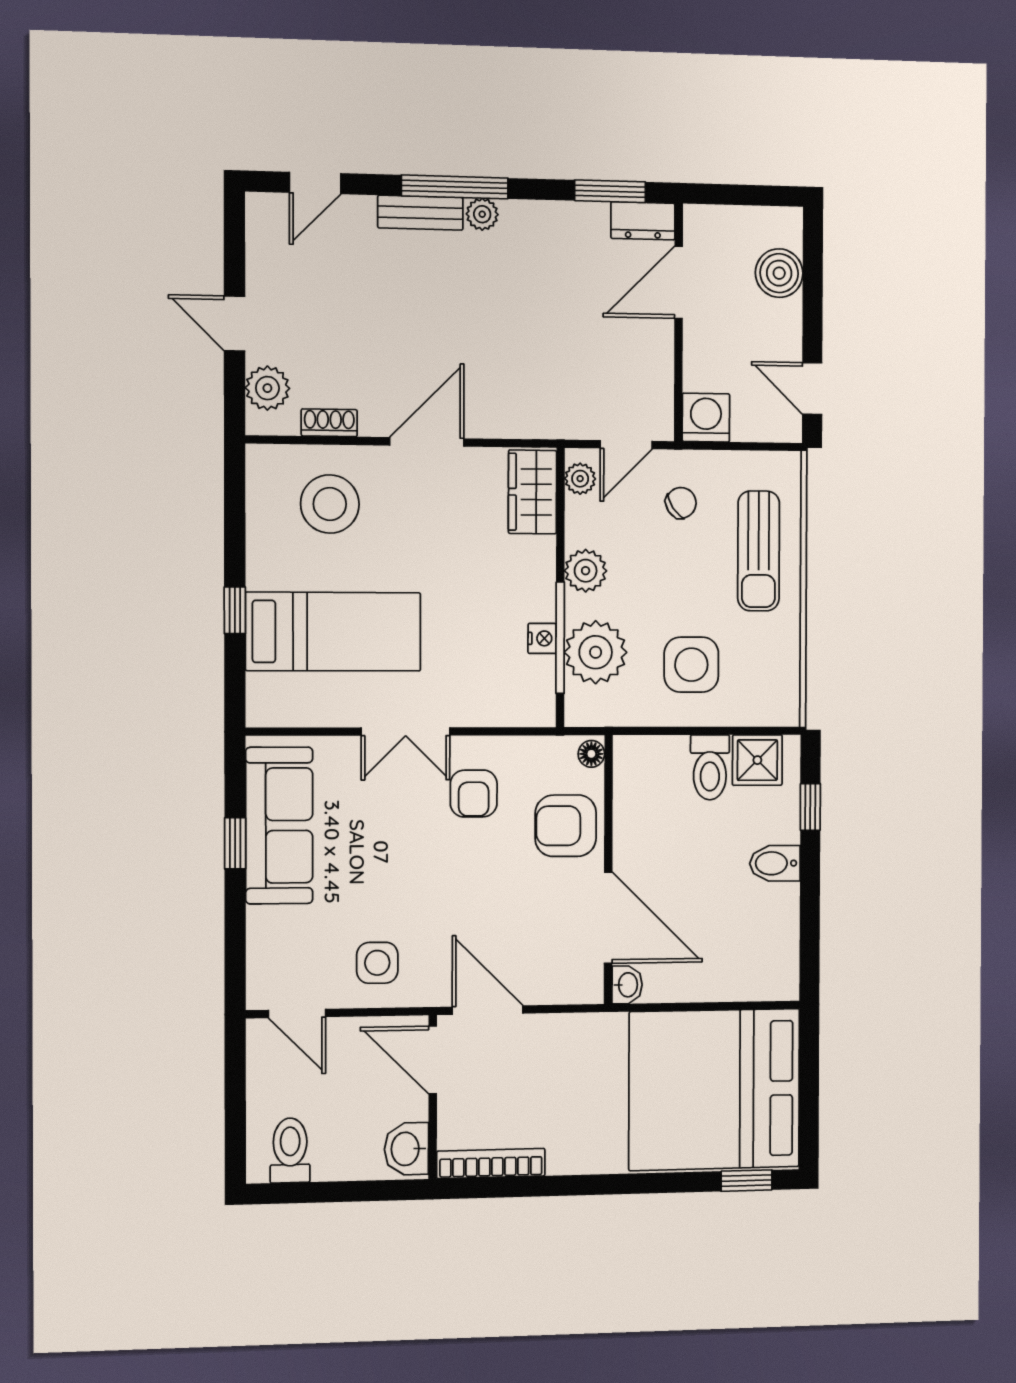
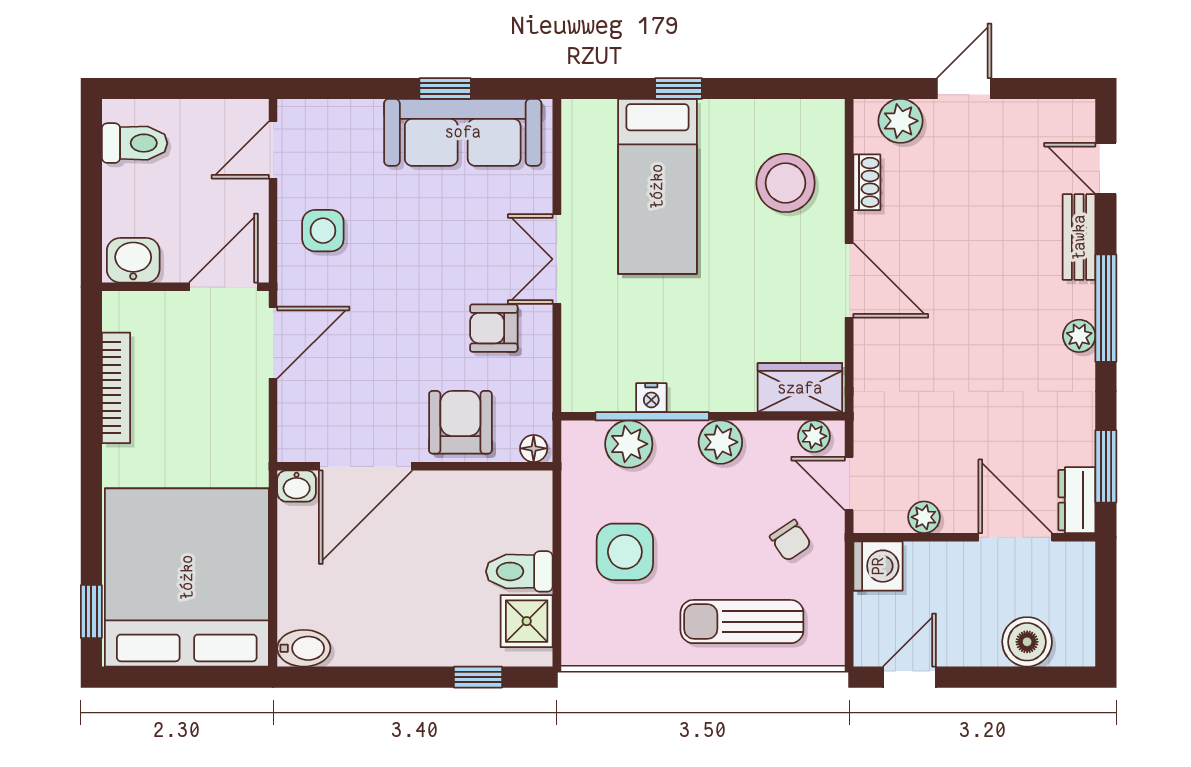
bench: (420, 213) -> (1079, 237), moved
plant: (659, 372) -> (924, 517), added
plant: (596, 652) -> (629, 444), width x0.73, depth x0.73
bidet: (775, 863) -> (304, 648), moved, turned 90
bookcase: (491, 1164) -> (116, 388), moved

